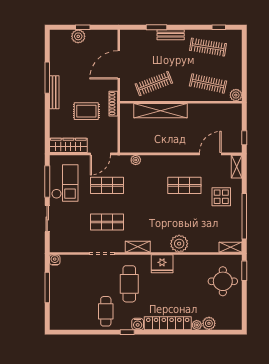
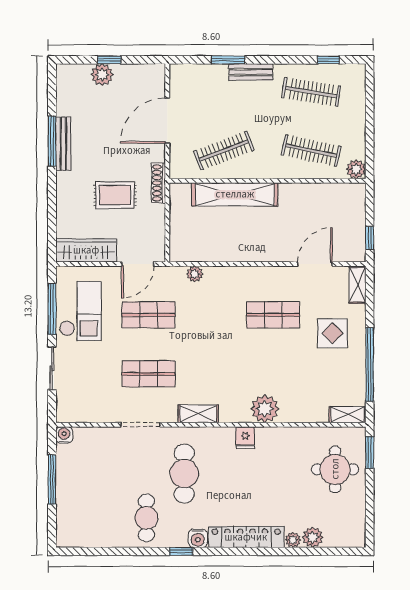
bench: (54, 92) -> (63, 144), moved
fridge: (162, 264) -> (245, 438), width x0.53, depth x0.75

